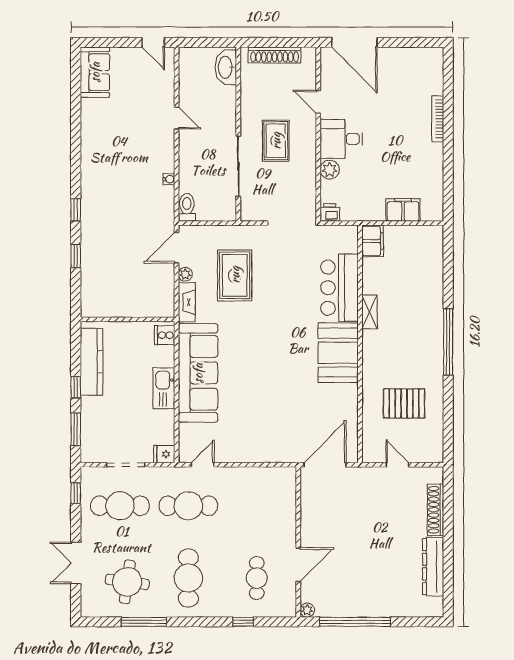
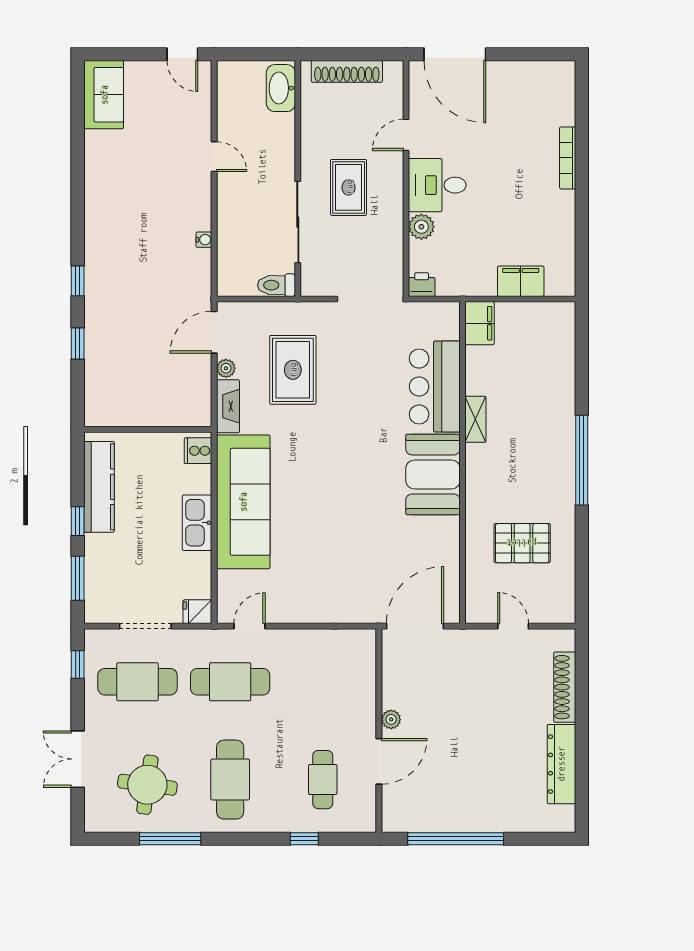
door: (318, 102) -> (406, 135), hinge flipped
toilet: (187, 207) -> (276, 285), moved, turned -90
plant: (307, 610) -> (391, 719), moved

